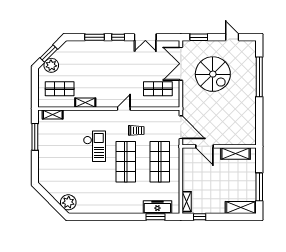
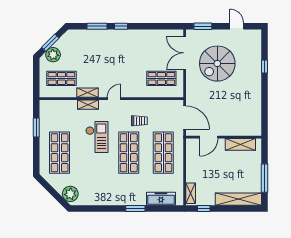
double door: (145, 37) -> (149, 26), removed
spiral stairs: (213, 74) -> (217, 64), turned 90
window: (259, 77) -> (264, 66), width x0.32
door: (124, 109) -> (114, 99), moved
shelving: (53, 114) -> (88, 105), moved
window: (35, 137) -> (36, 127), width x0.69
door: (204, 146) -> (209, 137), hinge flipped
shop shelf: (58, 162) -> (60, 153), added
shelving: (241, 208) -> (238, 199), width x1.47
window: (155, 217) -> (135, 209), moved

